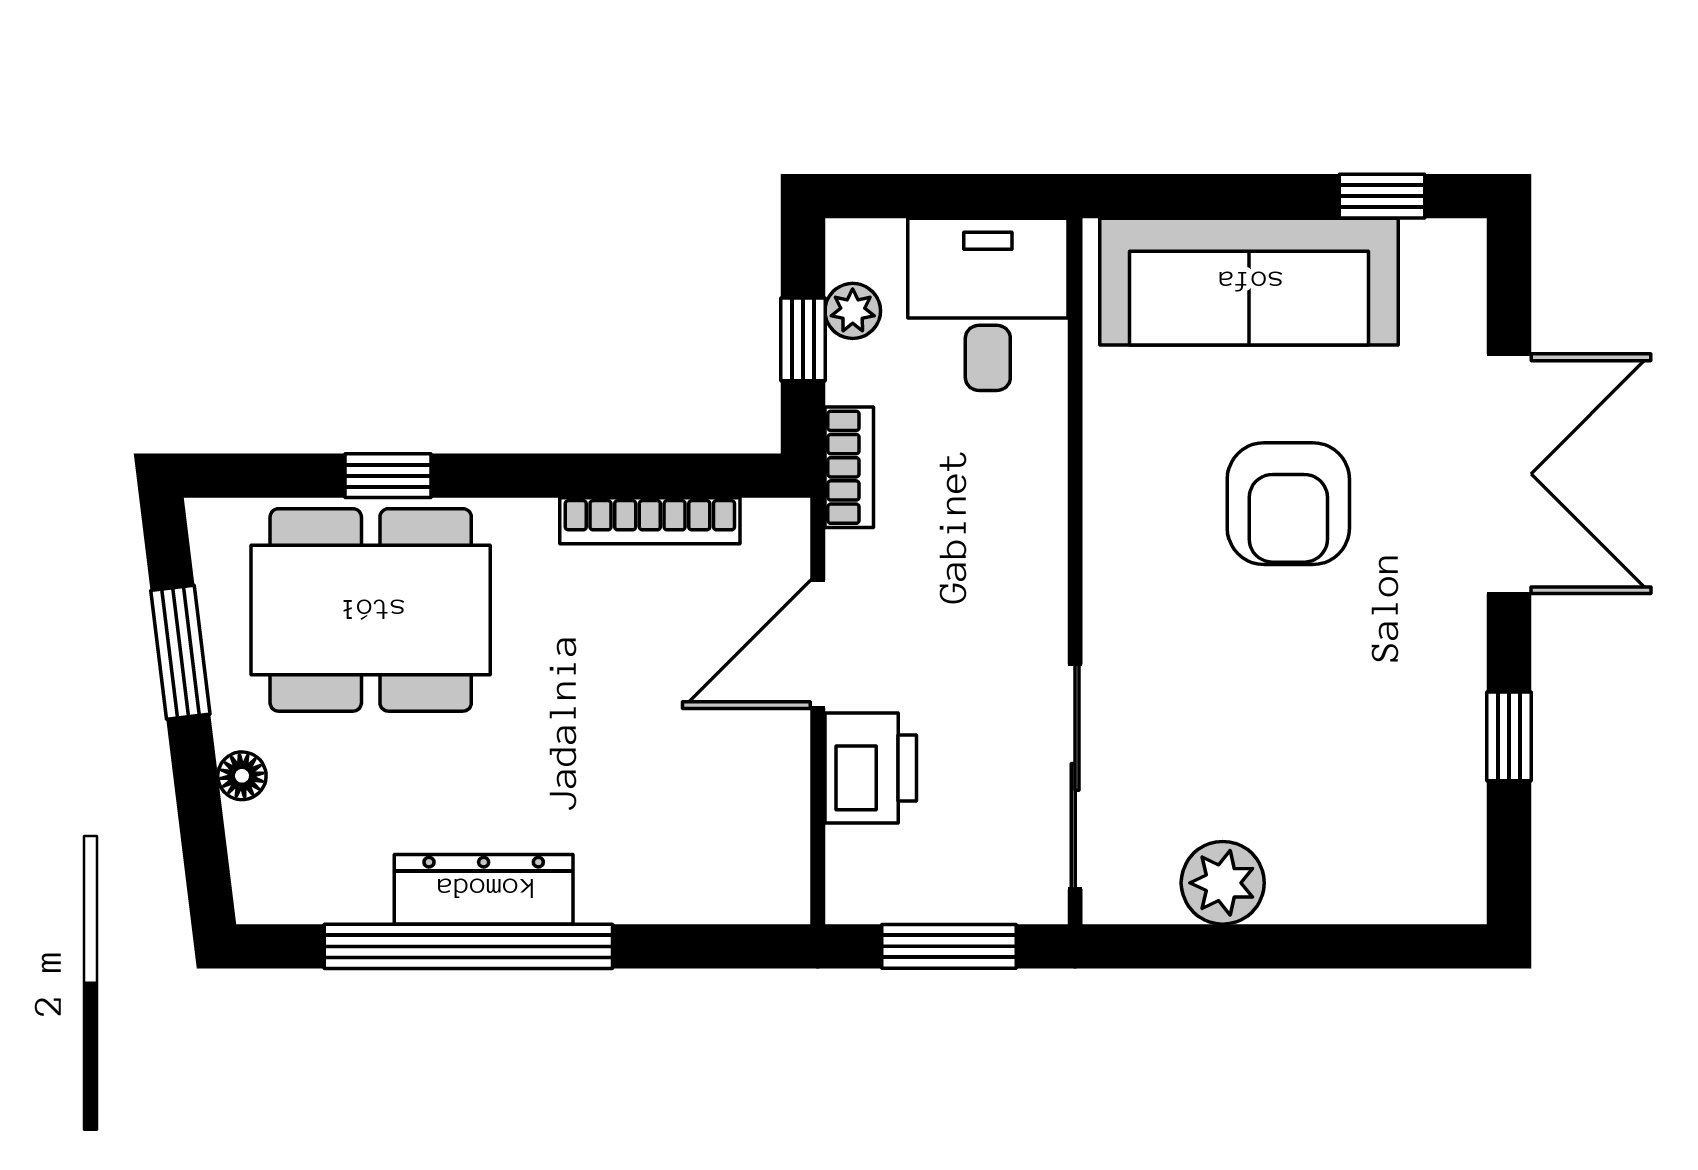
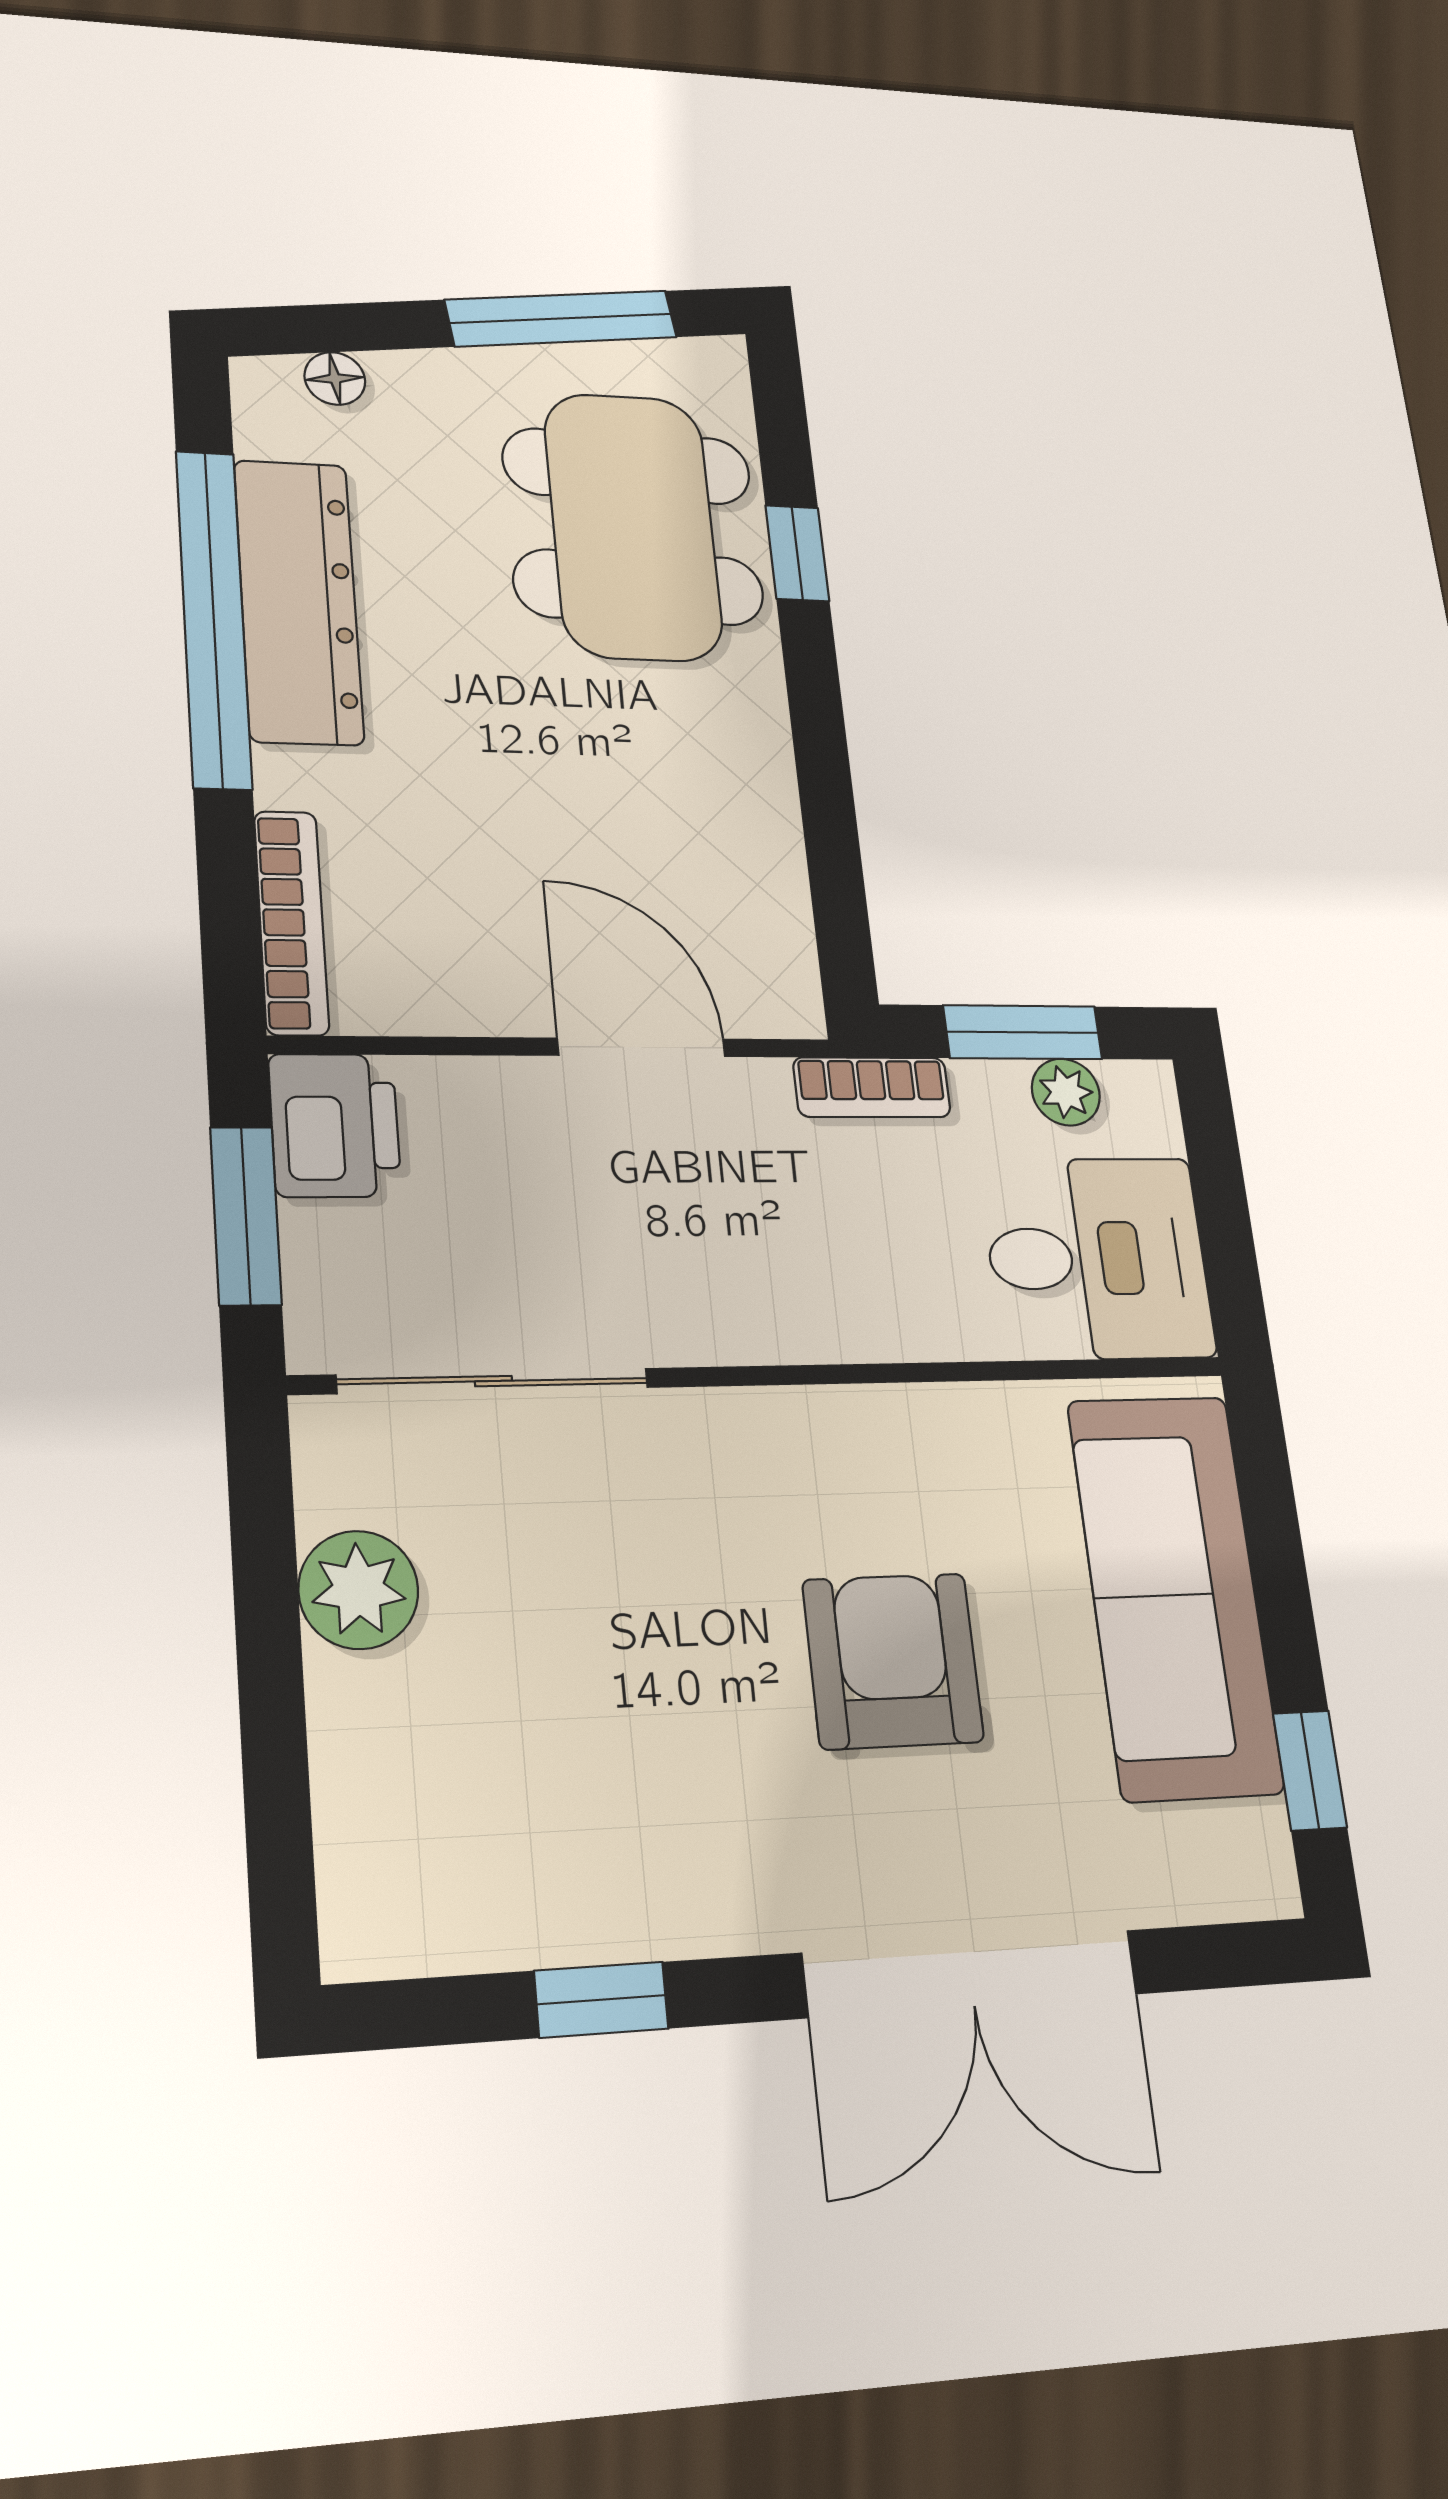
window: (803, 339) -> (1023, 1032), width x1.50
armchair: (1288, 504) -> (893, 1661), turned 90
bookcase: (650, 521) -> (291, 923), moved, turned 180
window: (180, 652) -> (561, 319), width x1.44
printer: (871, 768) -> (335, 1125), moved, turned -90
floor lamp: (242, 776) -> (335, 379), moved
dresser: (484, 889) -> (299, 601), width x1.37, depth x1.24

